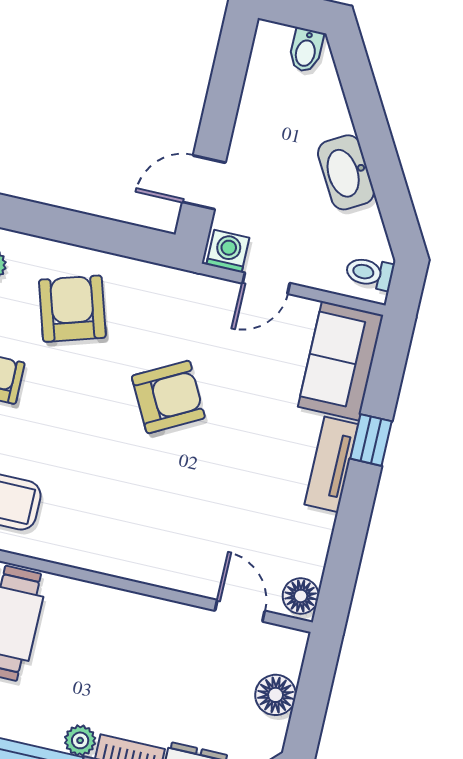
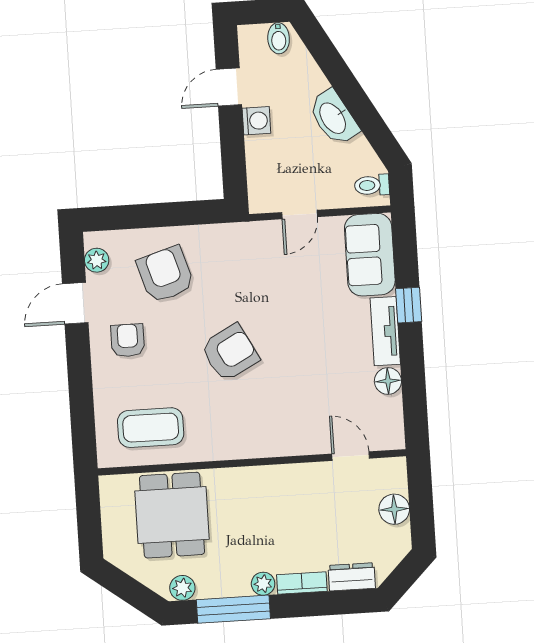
door: (204, 182) -> (229, 87), moved
washing machine: (228, 251) -> (256, 121), moved, turned 90
armchair: (168, 397) -> (230, 353), moved
floor lamp: (301, 596) -> (388, 381), moved

